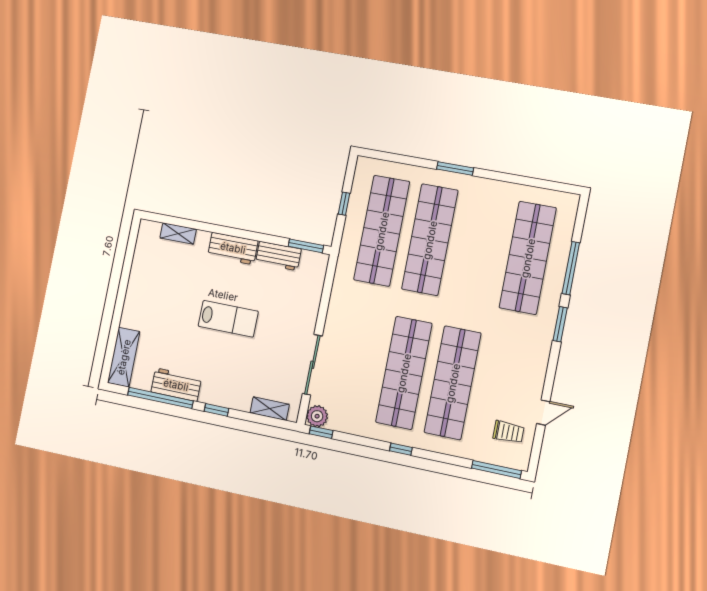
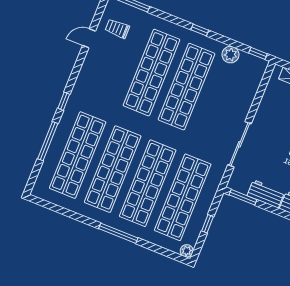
plant: (364, 164) -> (187, 251), added
window: (455, 168) -> (118, 233), width x1.44
shop shelf: (478, 249) -> (113, 169), added
window: (560, 324) -> (64, 101), width x0.67
sliding door: (312, 365) -> (239, 144), moved
plant: (317, 416) -> (230, 55), moved

